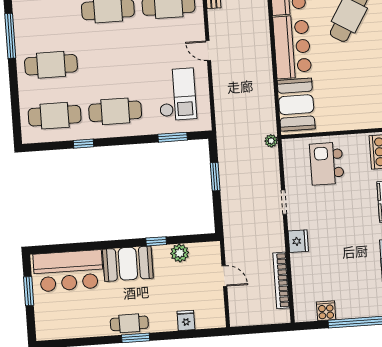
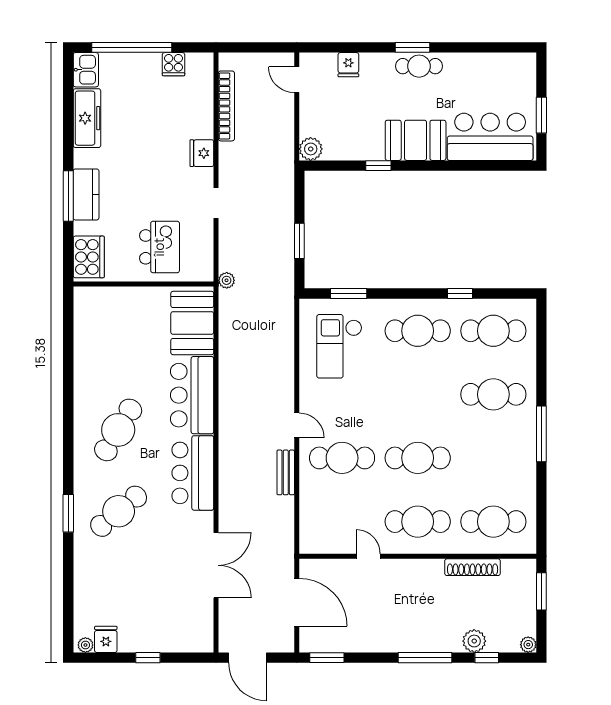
door: (208, 51) -> (297, 425), moved
plant: (180, 253) -> (311, 149), moved
door: (224, 276) -> (297, 80), moved

